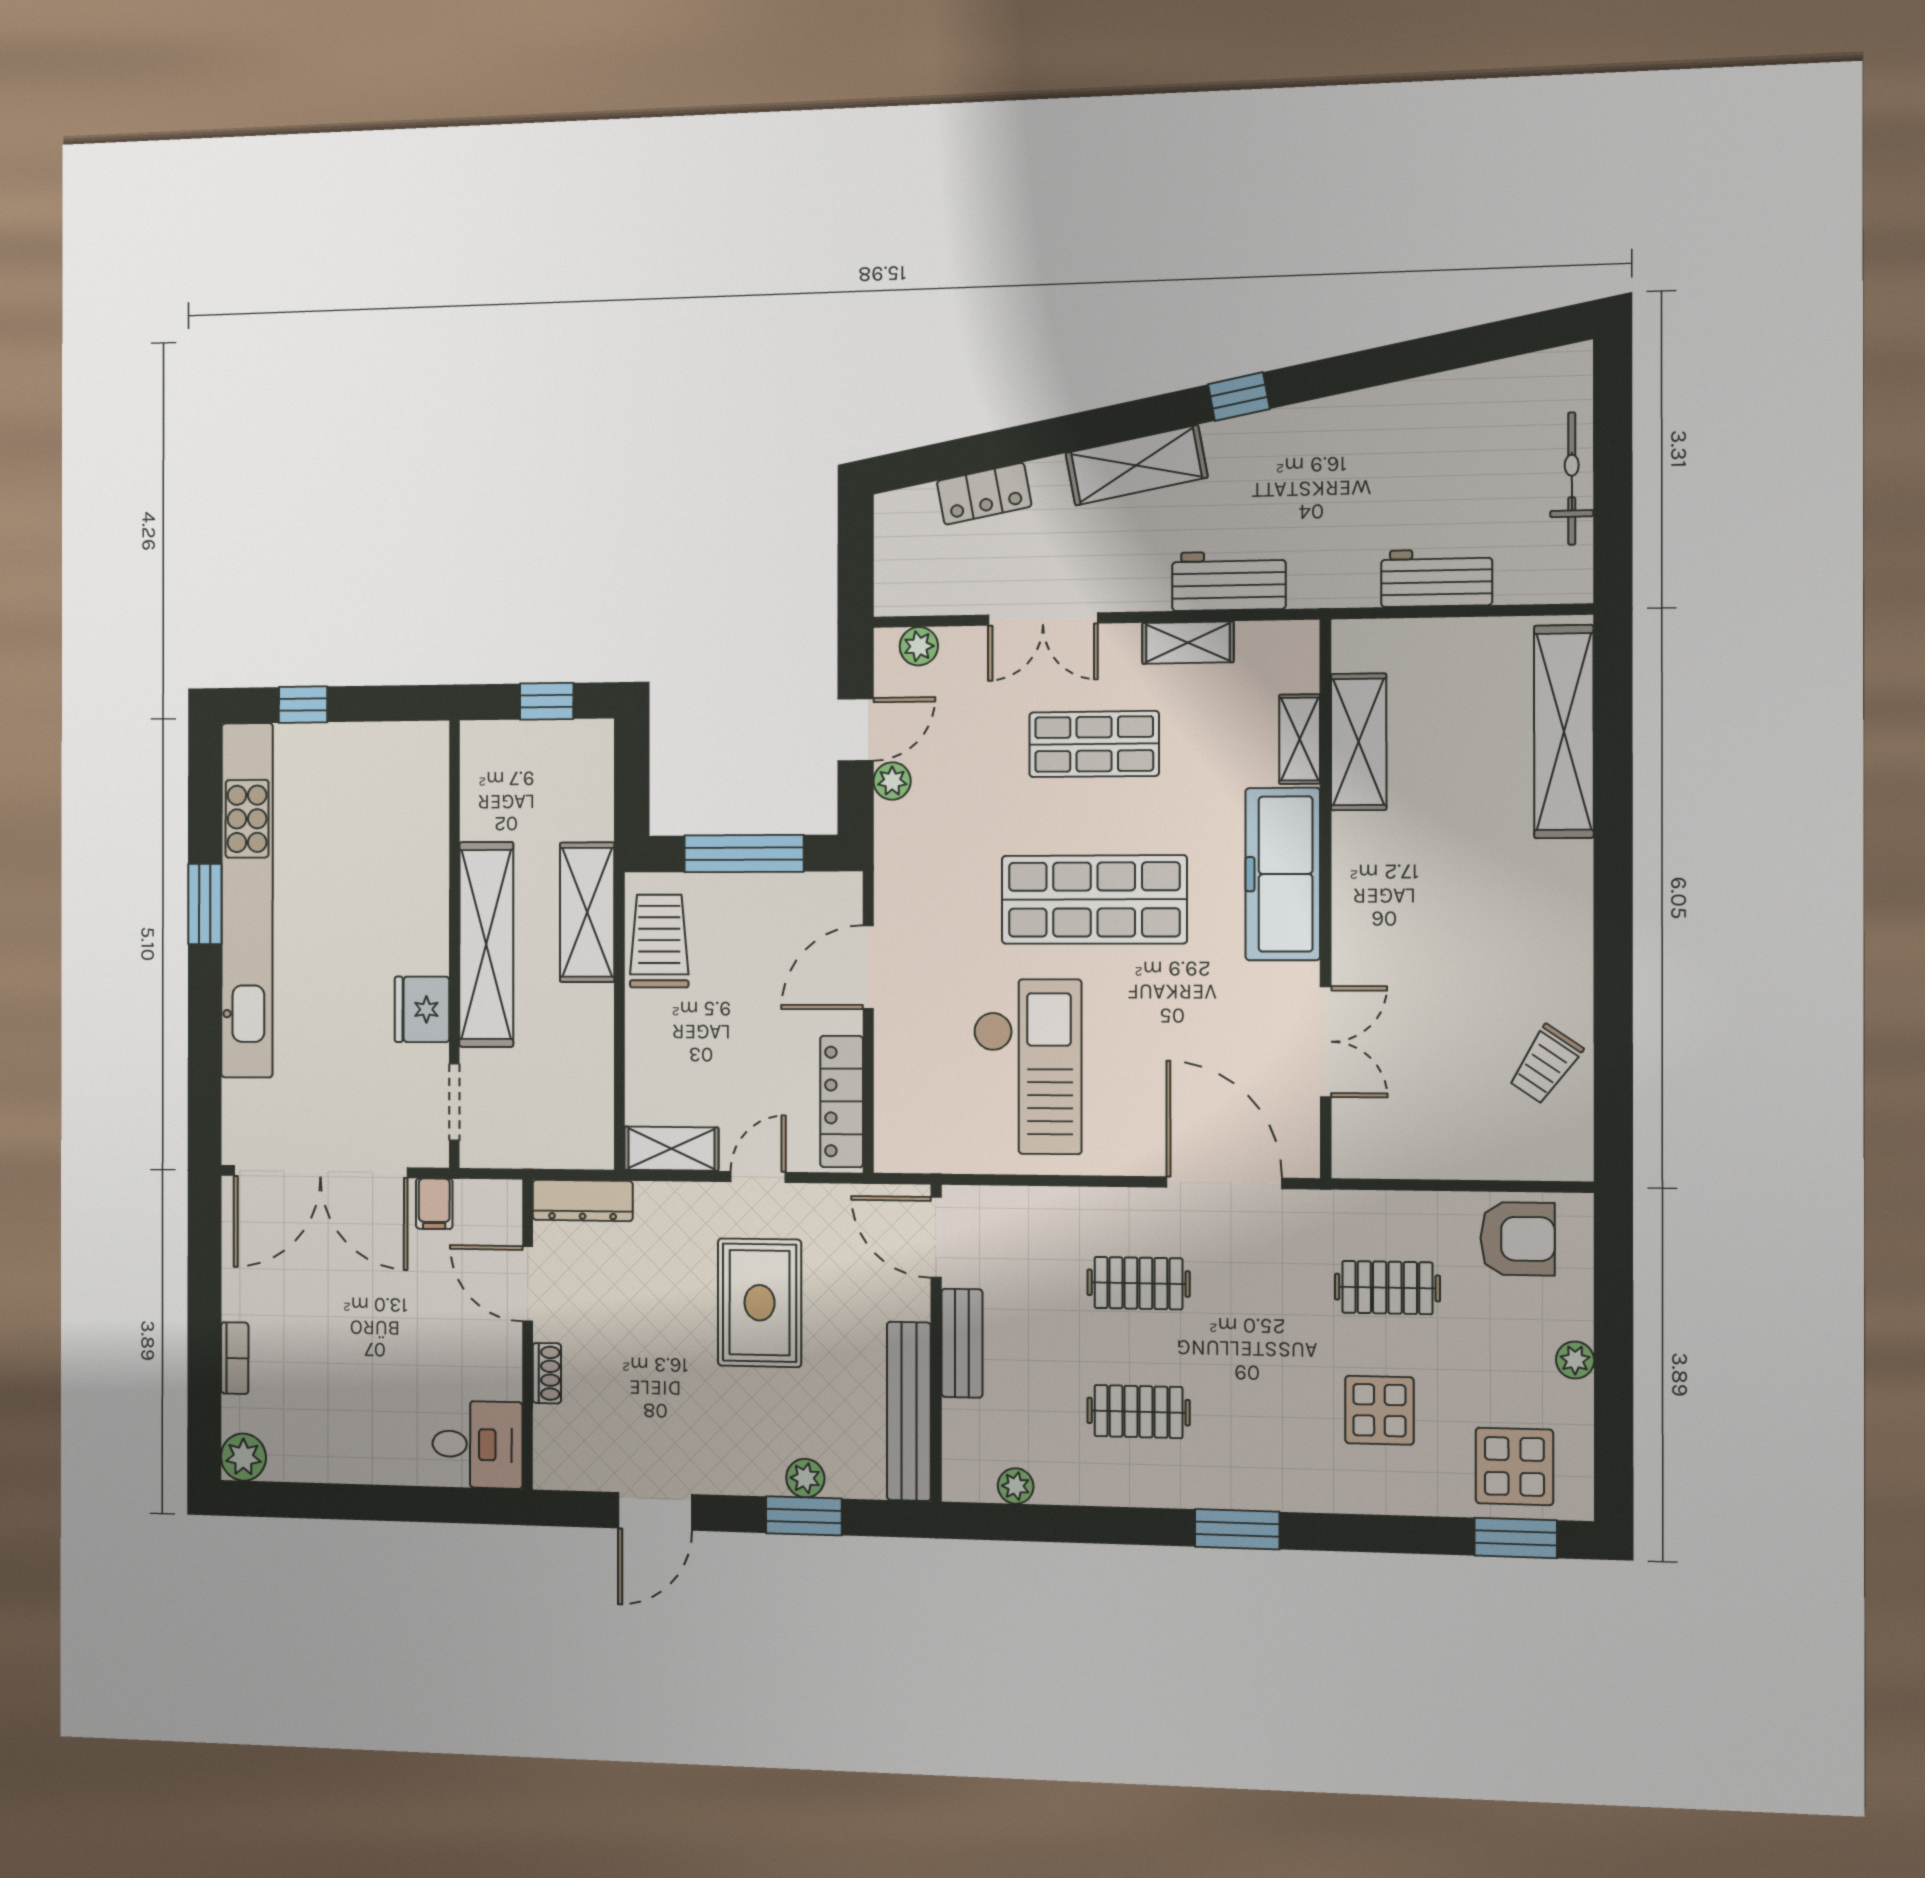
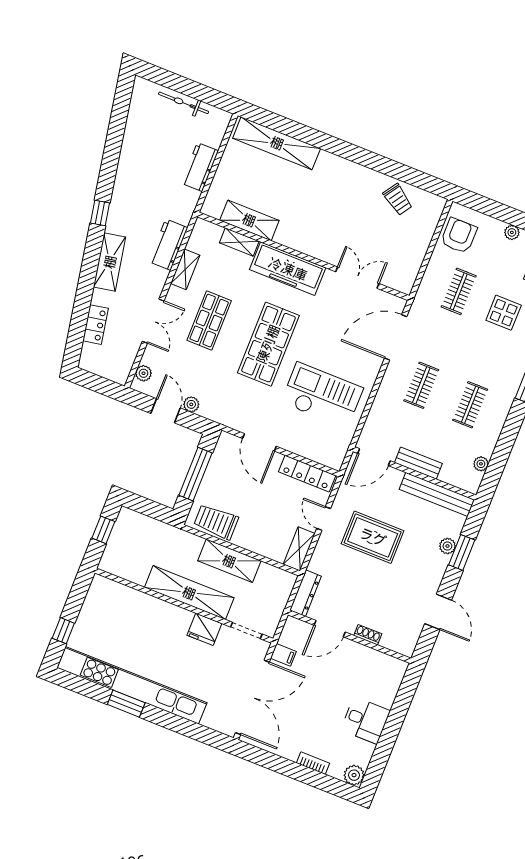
shelving: (587, 912) -> (229, 561), moved
desk: (477, 1444) -> (365, 720), moved, turned 90

